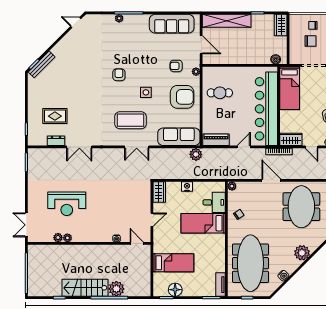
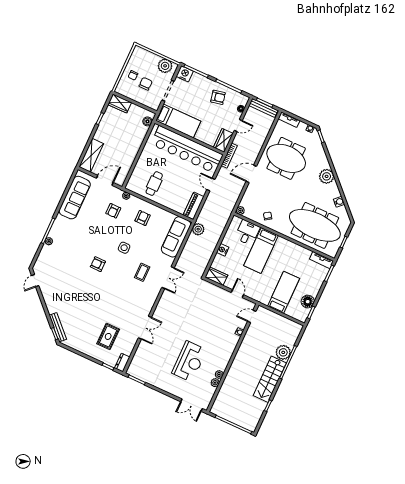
shelving: (227, 21) -> (91, 155), width x0.68
armchair: (182, 97) -> (143, 218), width x0.53, depth x0.53
coffee table: (131, 120) -> (142, 272), width x0.54, depth x0.58
dresser: (56, 141) -> (122, 363), moved

